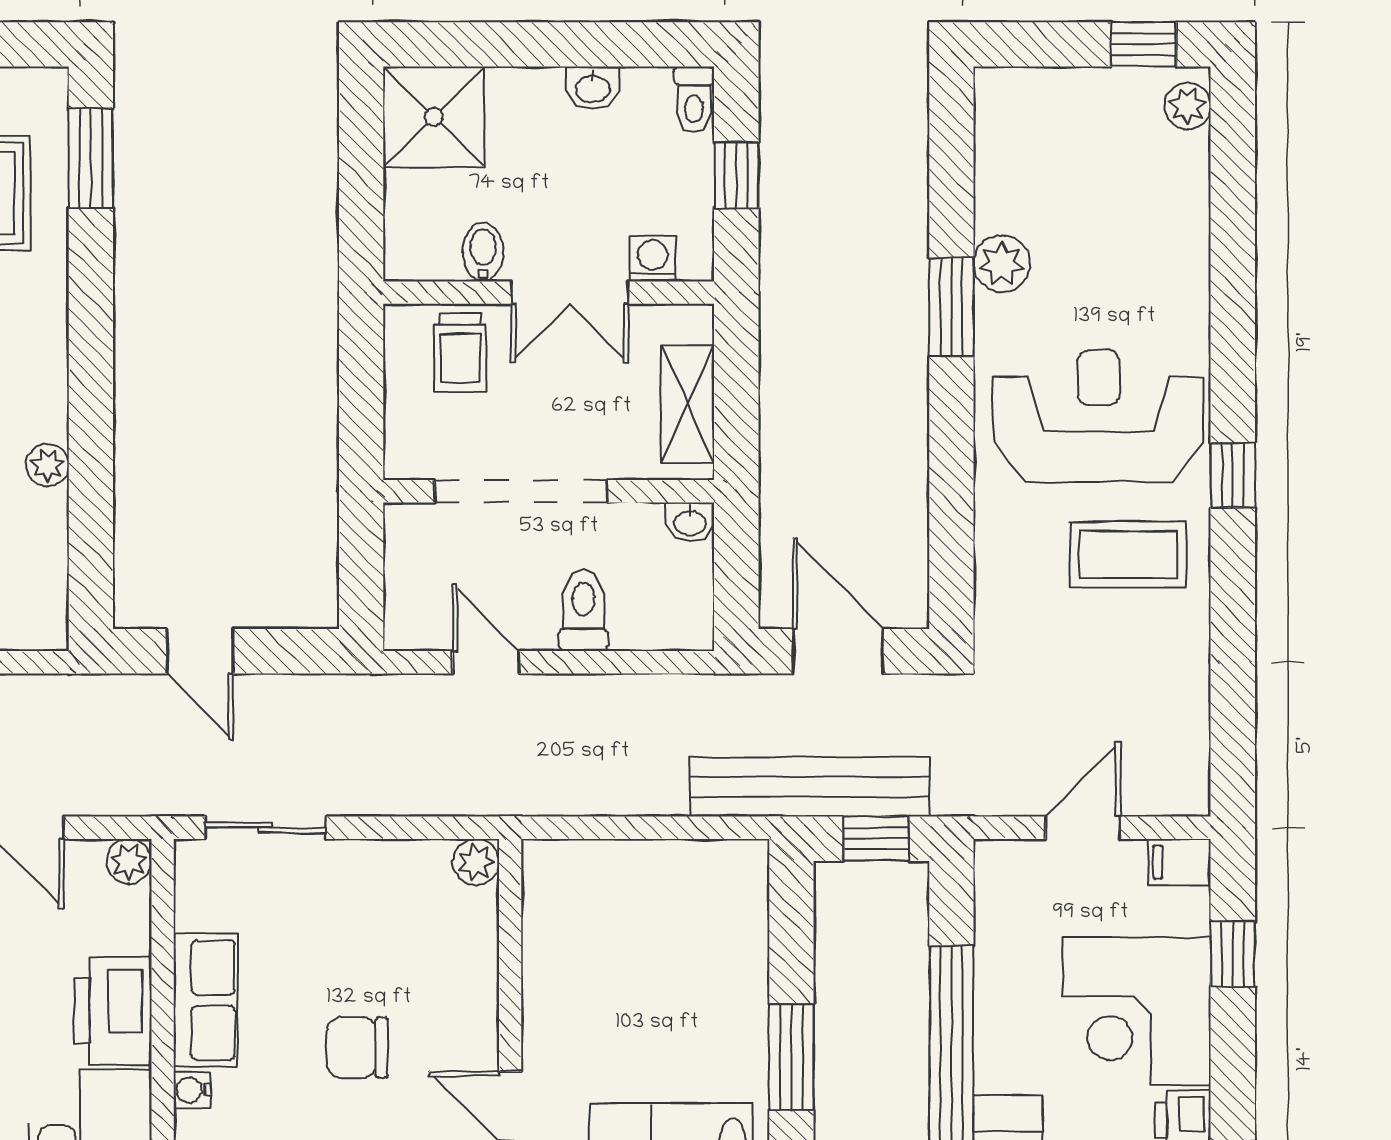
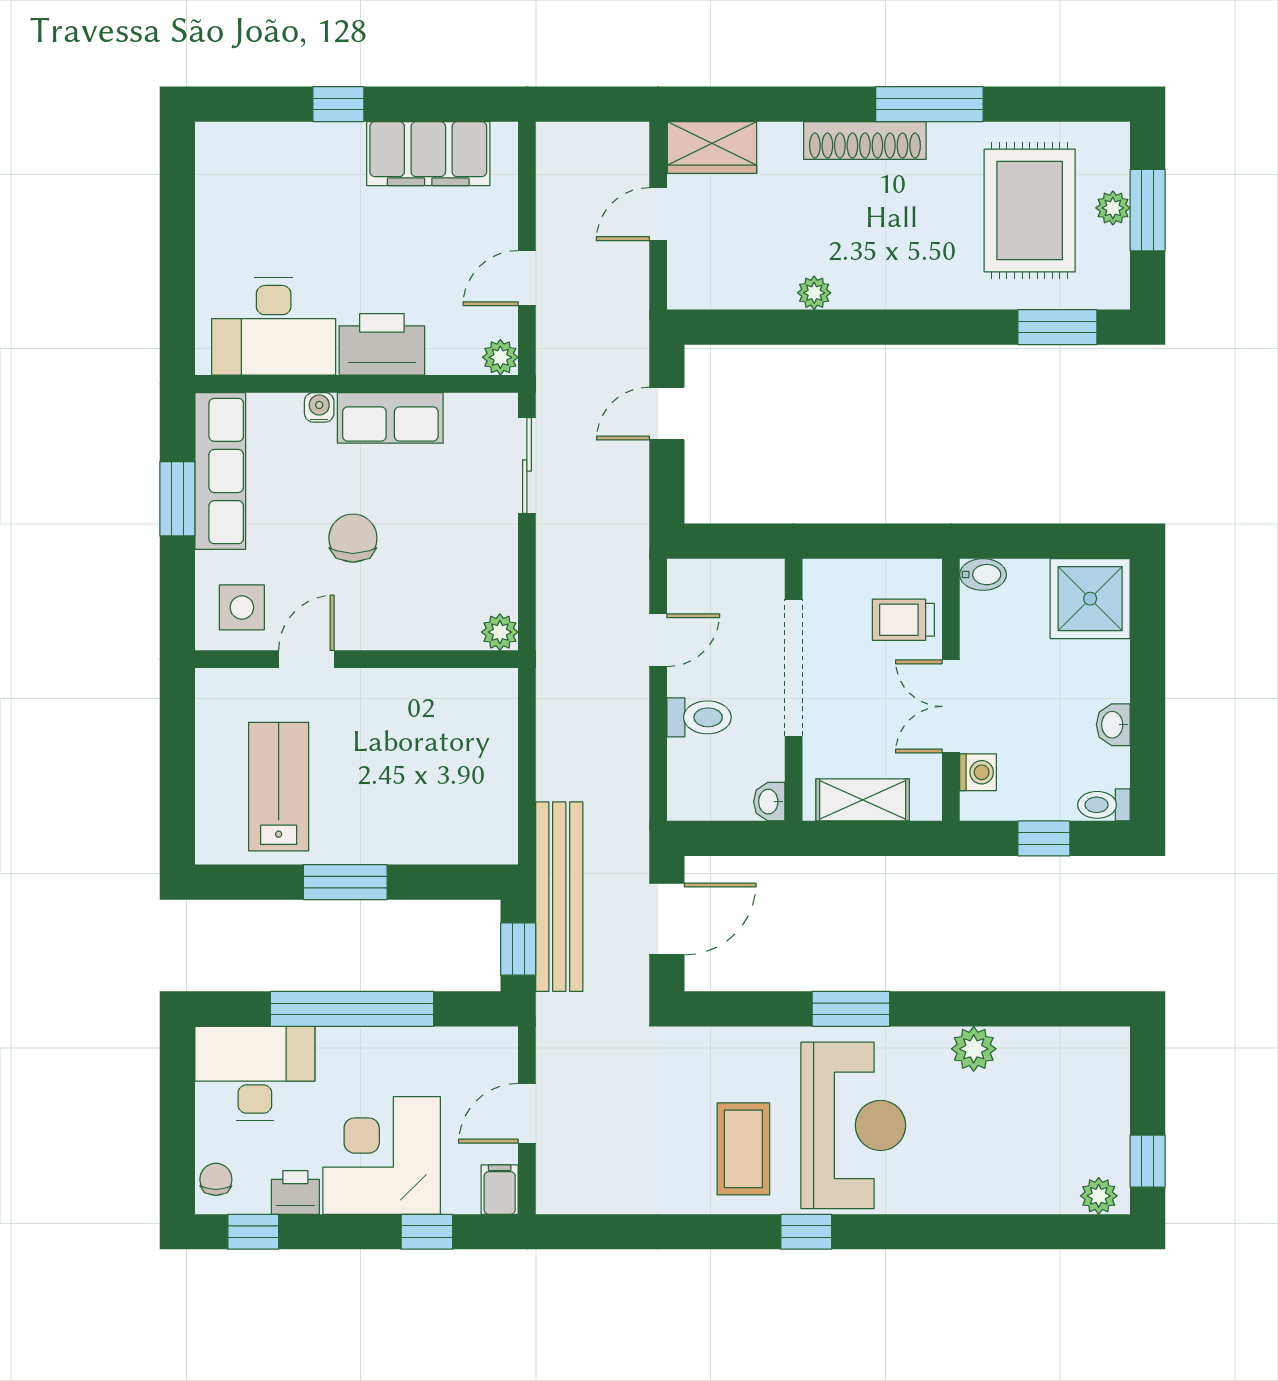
bidet: (483, 252) -> (983, 575), moved
window: (951, 307) -> (851, 1009), moved
door: (1083, 828) -> (527, 1113), swing flipped

